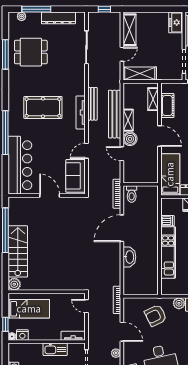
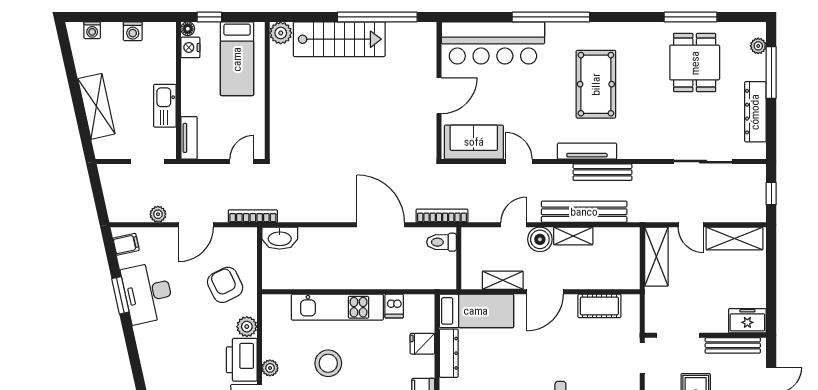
shelving: (153, 99) -> (503, 280), moved
washbasin: (129, 257) -> (280, 238), moved

